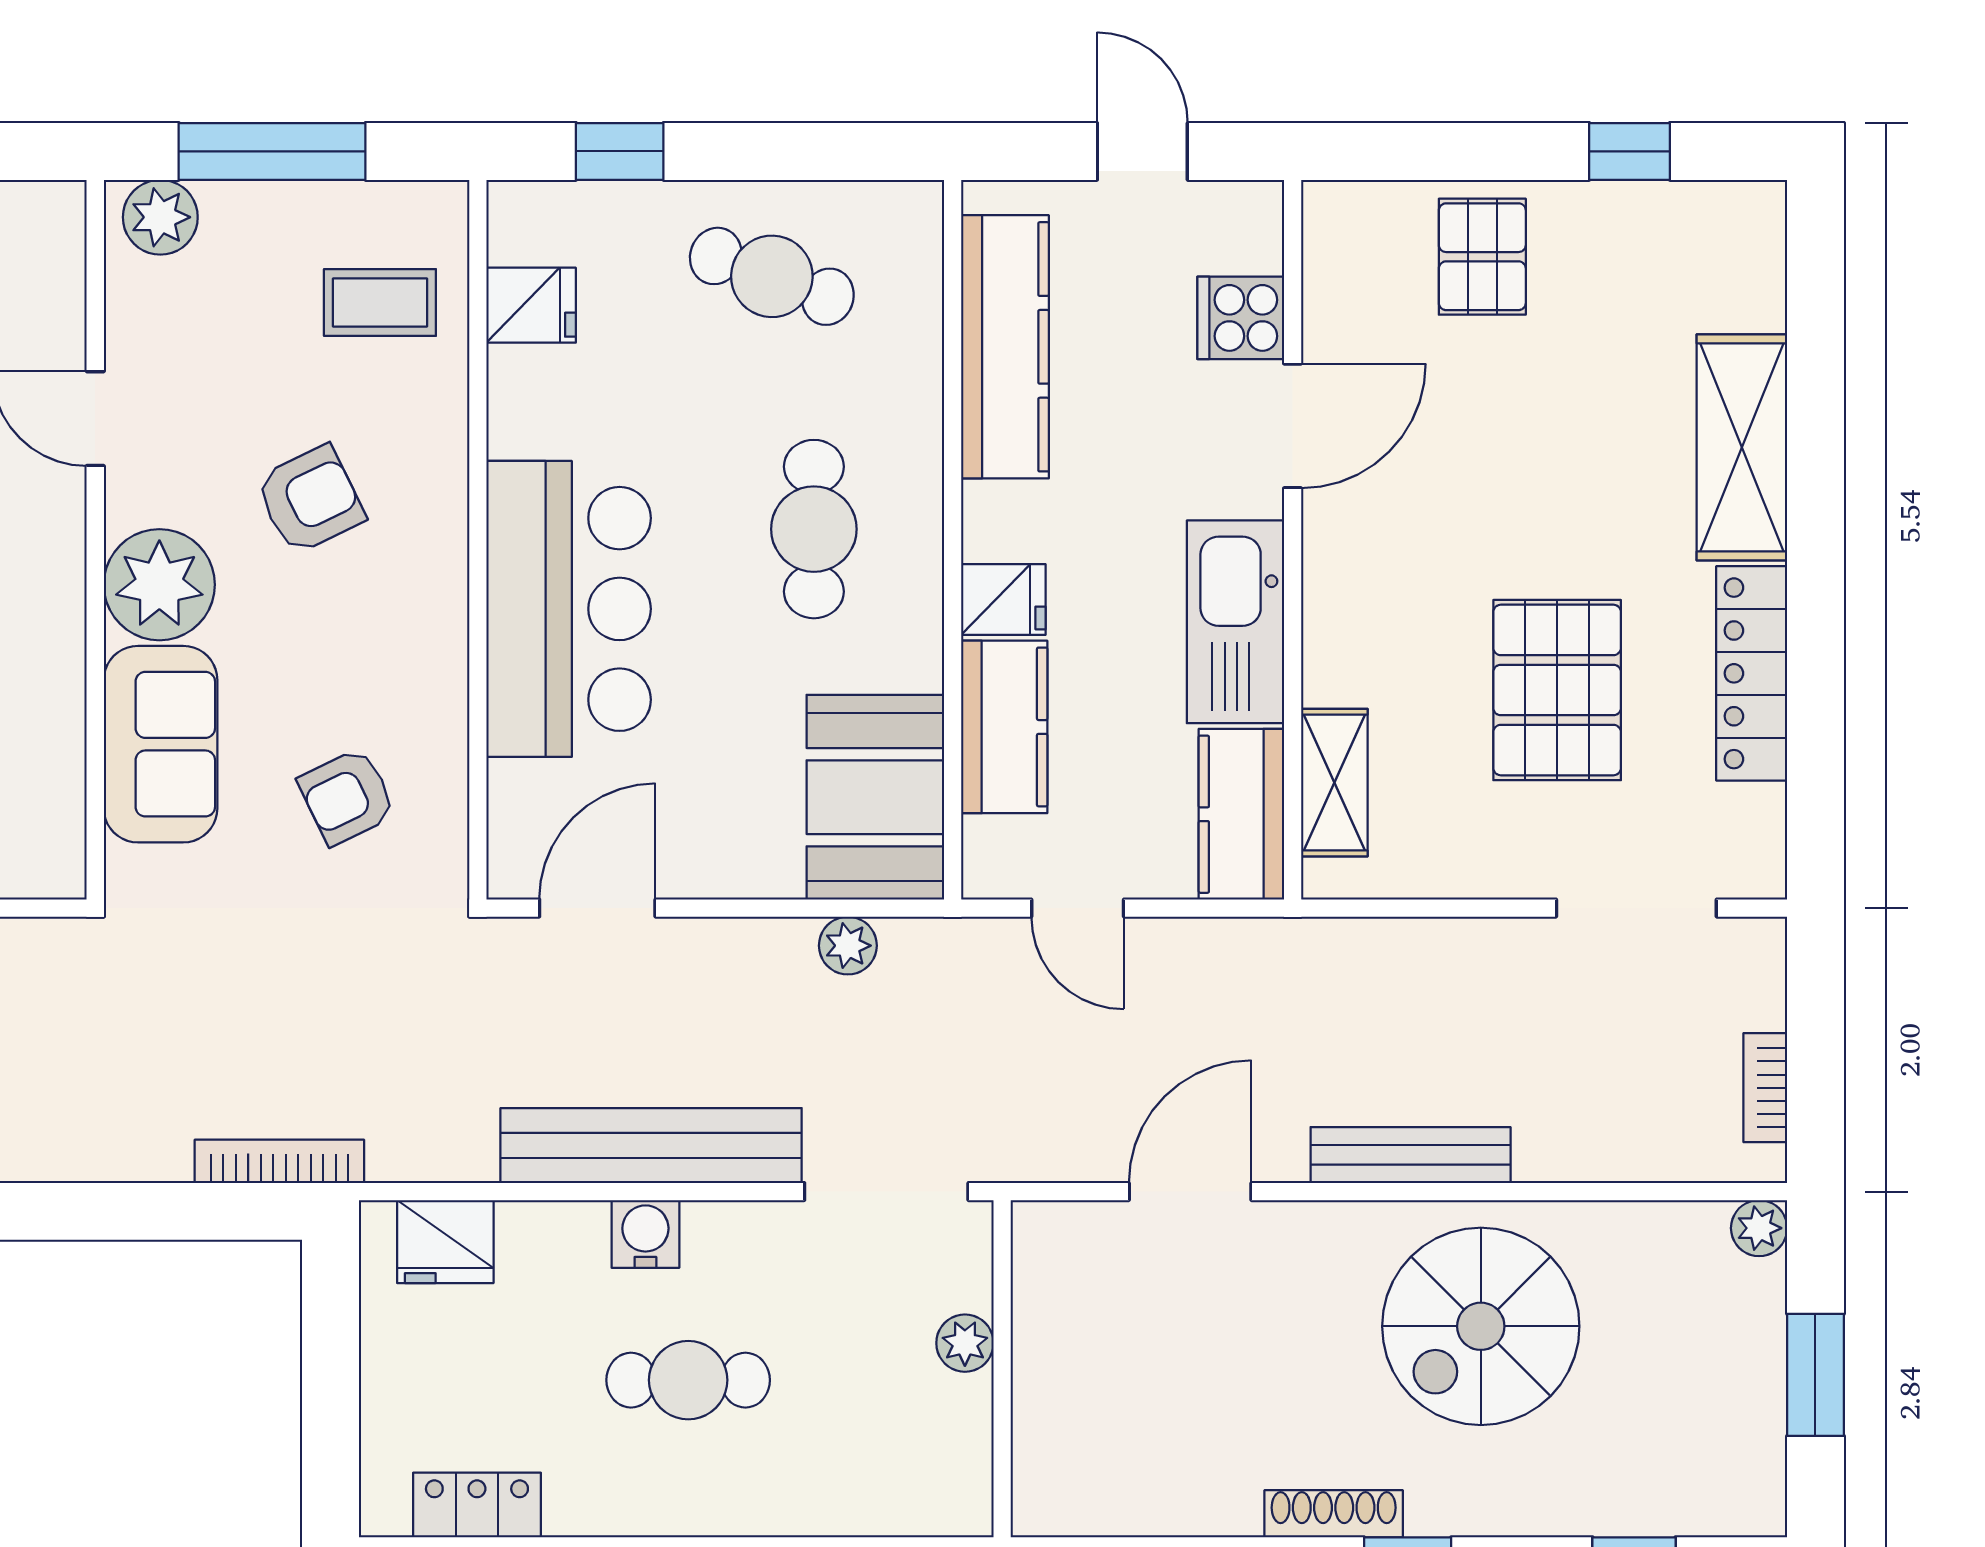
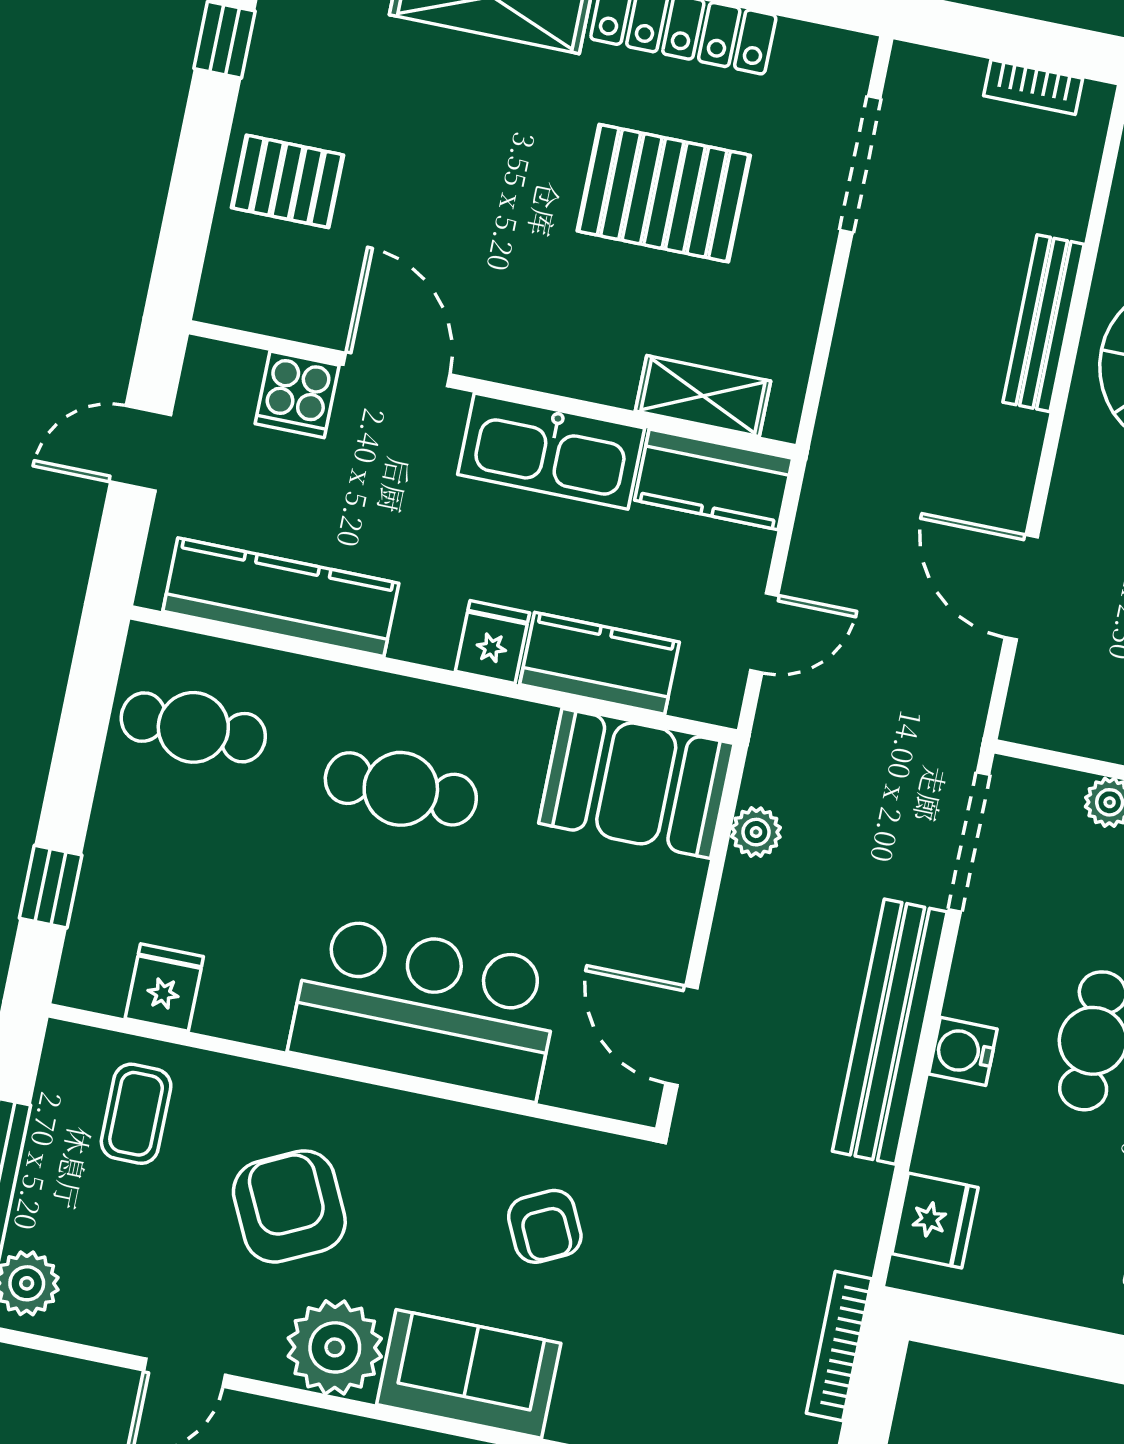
cafe table: (772, 276) -> (193, 727), moved, turned 70
armchair: (310, 500) -> (289, 1206), width x1.38, depth x1.38
bench: (1411, 1155) -> (1044, 323), moved

